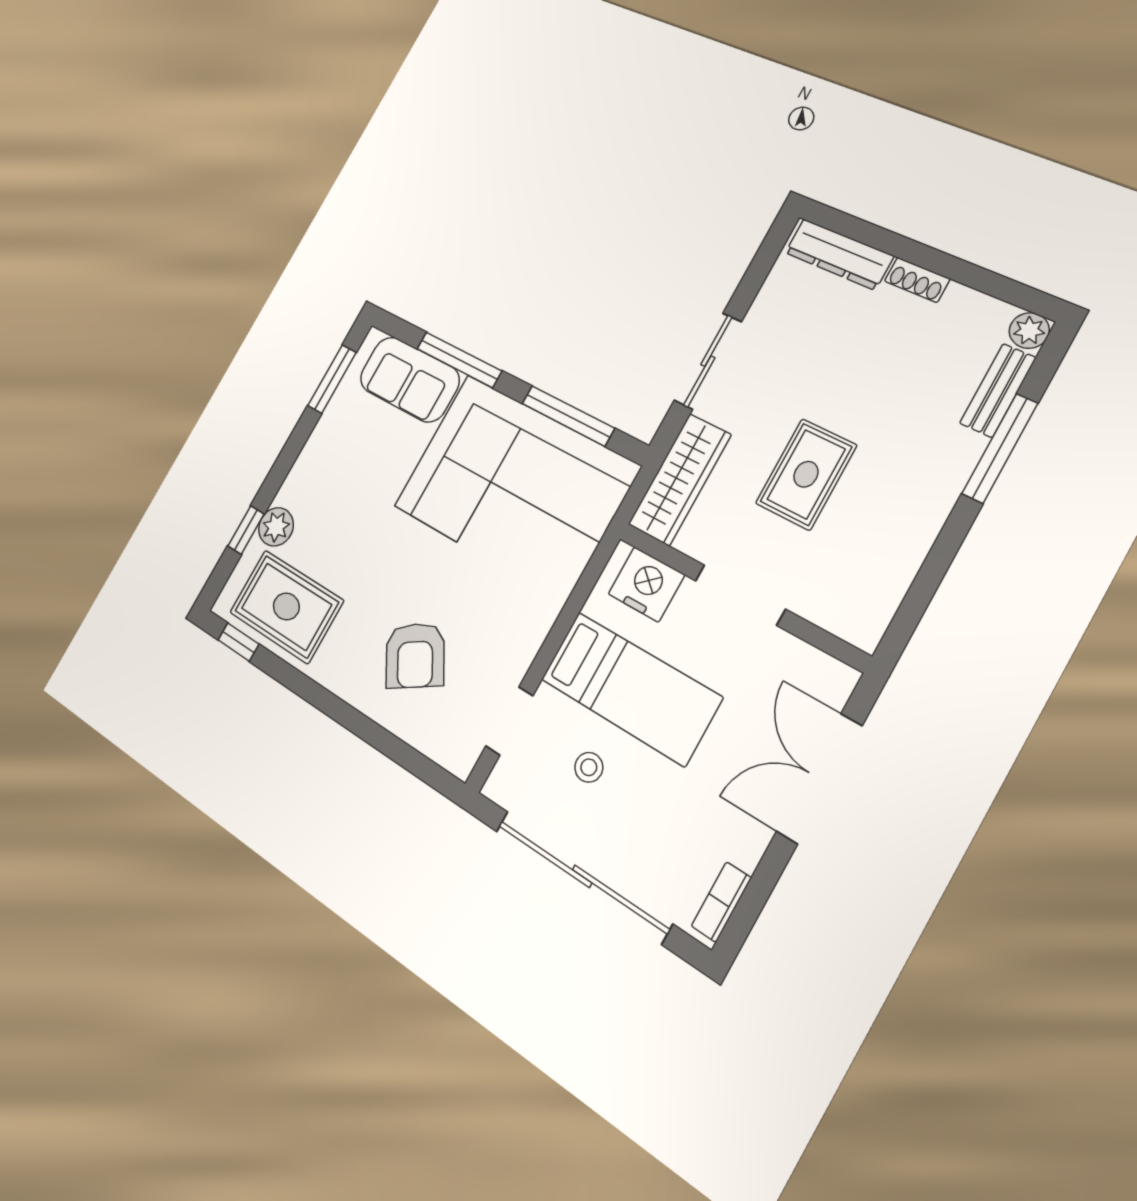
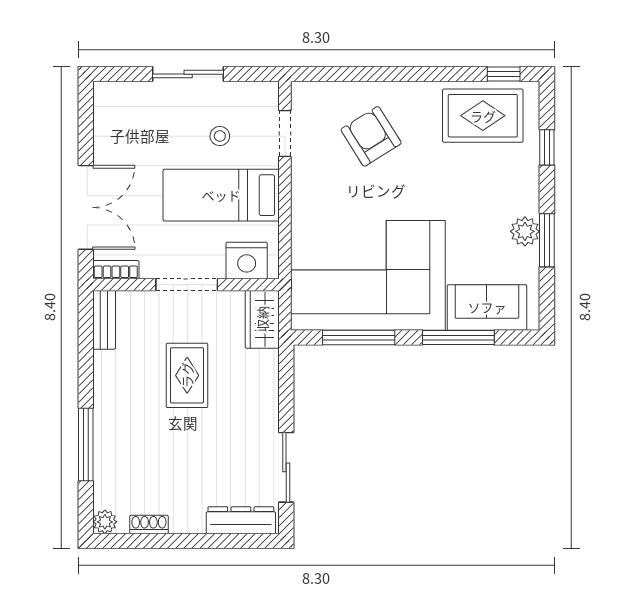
shoe rack: (917, 280) -> (149, 524), moved
sliding door: (708, 361) -> (286, 467), moved
window: (332, 379) -> (547, 240), moved
bench: (998, 390) -> (104, 320), moved
wardrobe: (680, 479) -> (262, 319), width x0.67
plant: (276, 527) -> (525, 231), moved
sliding door: (582, 876) -> (188, 74), width x0.54
bookcase: (721, 902) -> (116, 270), moved, turned -90

